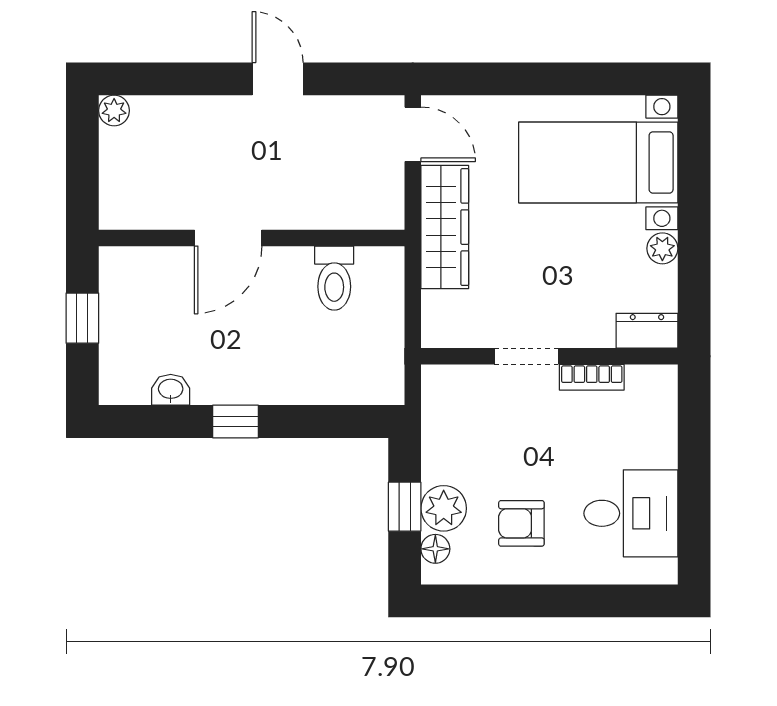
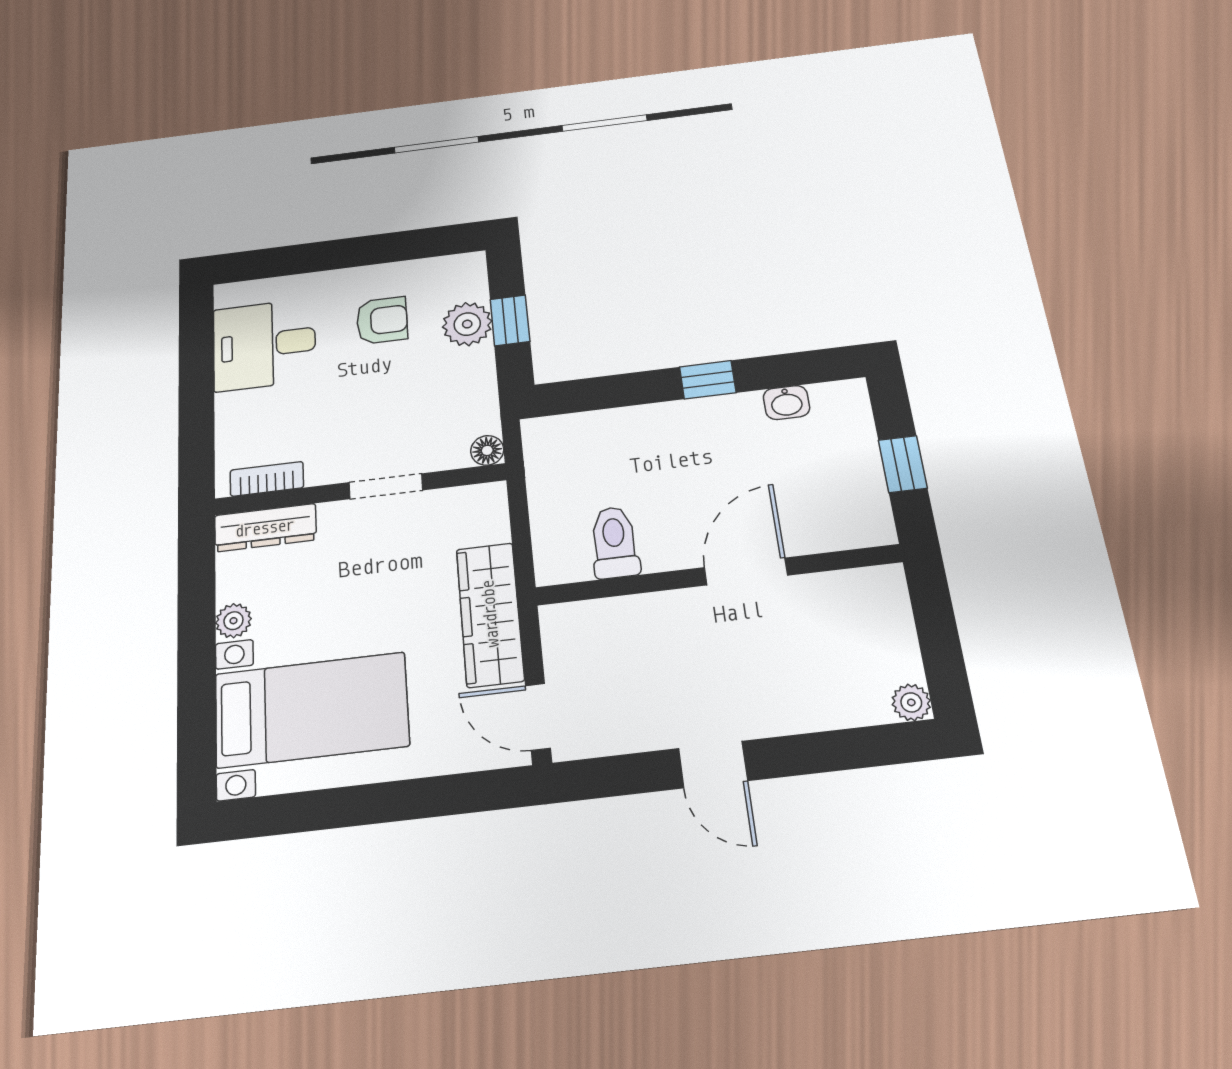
dresser: (647, 331) -> (265, 528), width x1.44
bookcase: (592, 377) -> (267, 479), moved
floor lamp: (435, 549) -> (487, 450), moved

